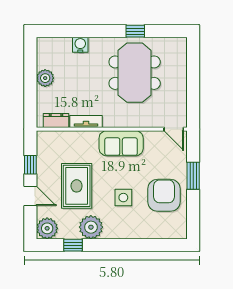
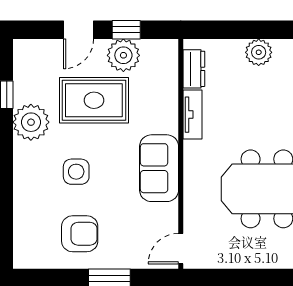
armchair: (164, 195) -> (80, 234), width x0.73, depth x0.73
plant: (47, 228) -> (123, 55), moved

